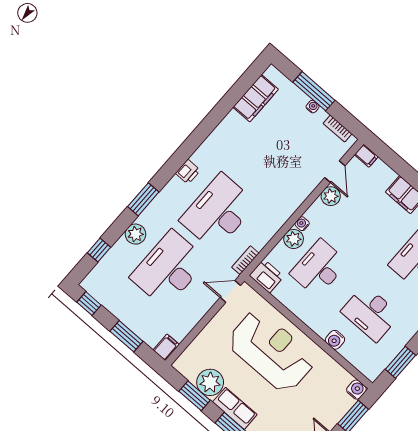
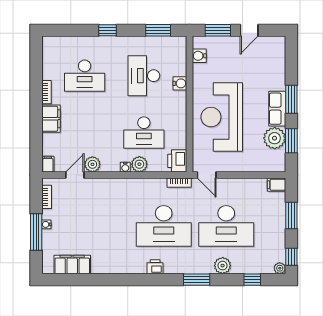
plant: (88, 284) -> (280, 268), added
desk: (371, 313) -> (144, 76), turned 180
water cooler: (356, 390) -> (199, 56), moved

